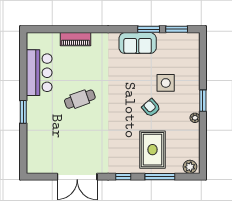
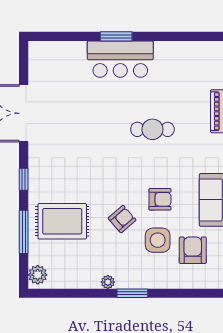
armchair: (173, 58) -> (193, 250), added
bar counter: (39, 73) -> (120, 59), moved
armchair: (137, 81) -> (160, 199), added
cafe table: (80, 99) -> (152, 129), moved, turned -70

